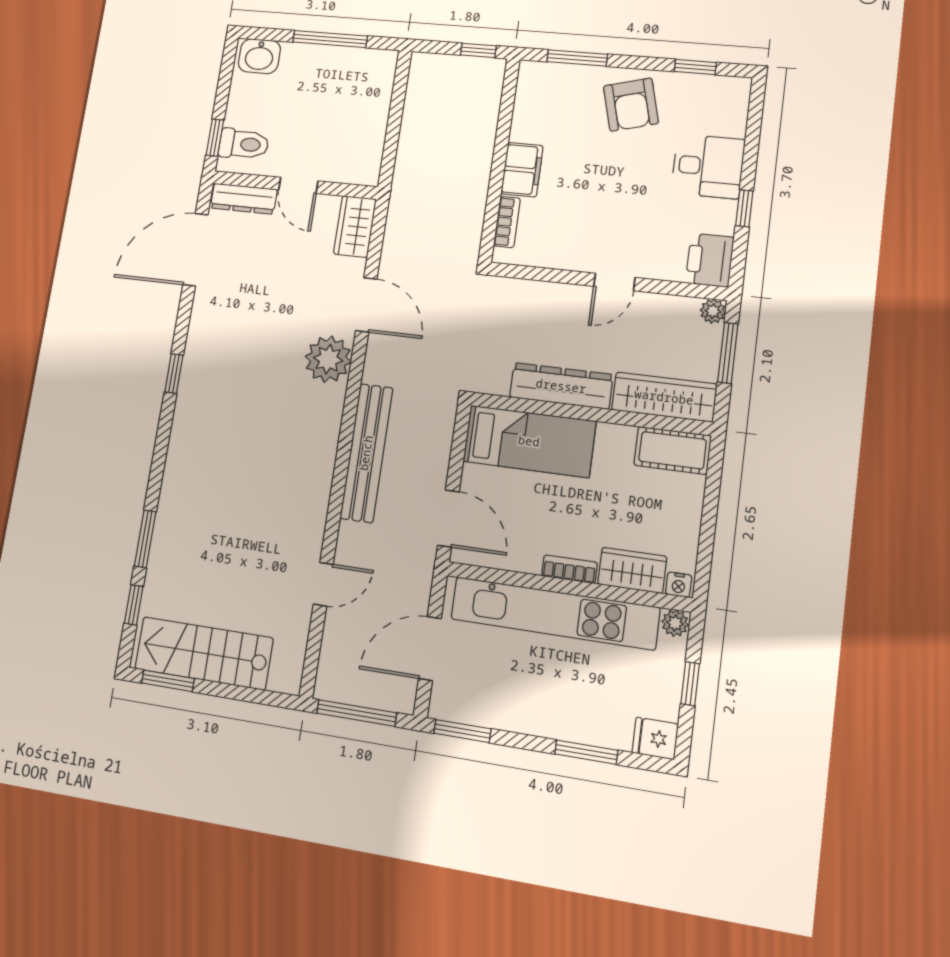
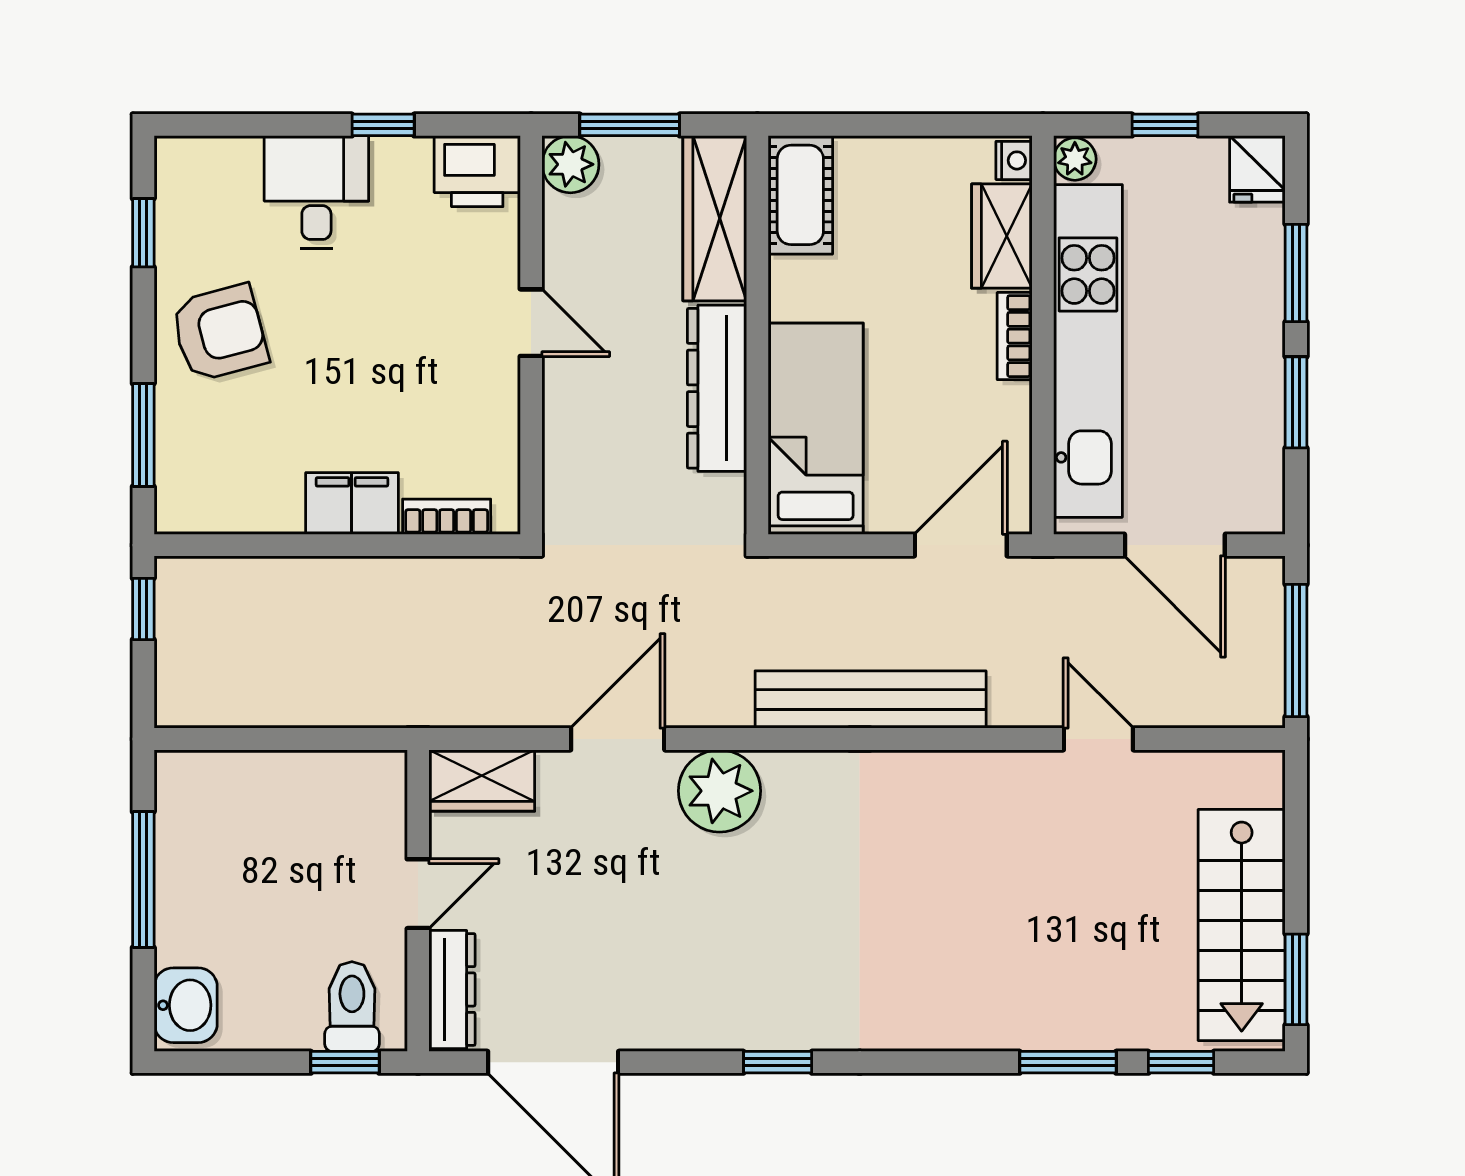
plant: (713, 311) -> (570, 164), width x1.38, depth x1.38
window: (462, 731) -> (1296, 402), moved

